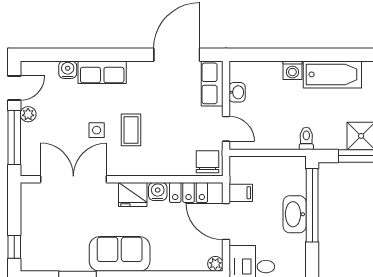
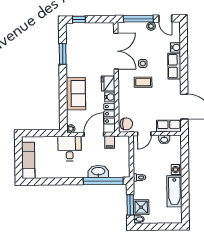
sofa: (120, 254) -> (76, 94), moved

